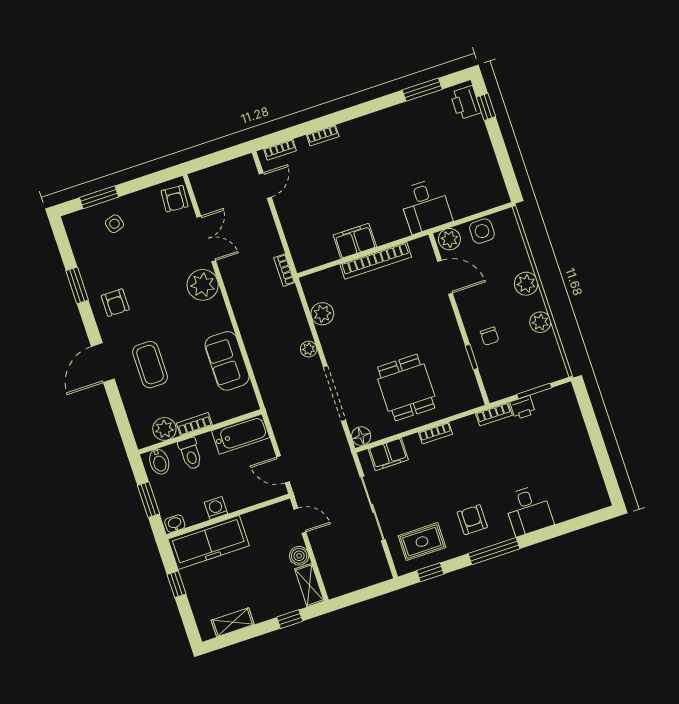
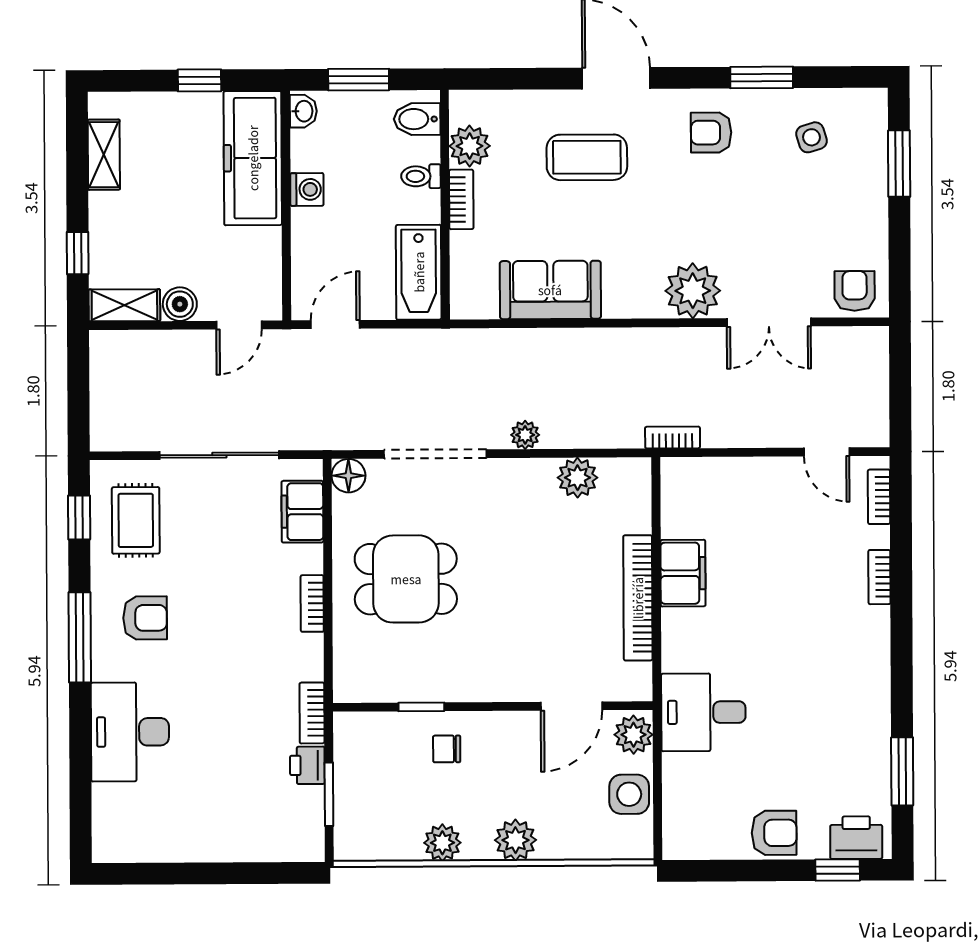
armchair: (477, 147) -> (774, 833), added
armchair: (175, 199) -> (855, 291), turned 86
side table: (114, 224) -> (812, 137), moved
toilet: (190, 454) -> (421, 176), width x0.73, depth x0.72
desk: (528, 510) -> (130, 732), width x1.37

